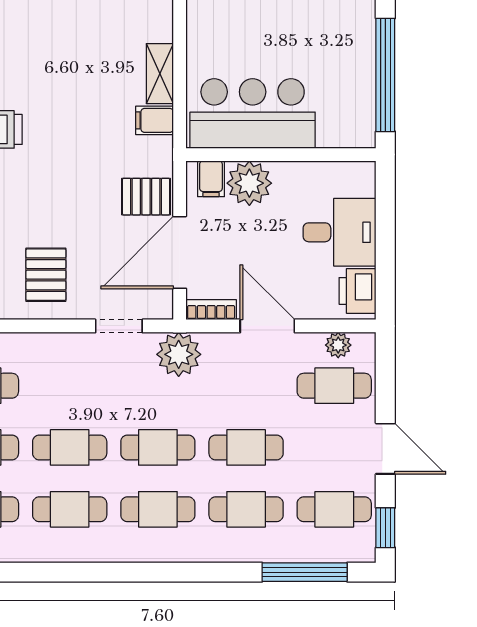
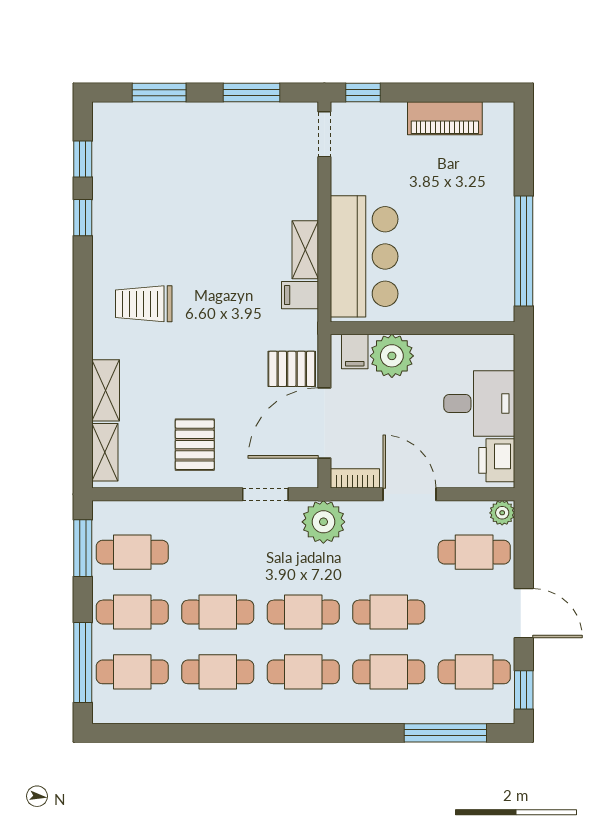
bar counter: (253, 113) -> (364, 256), moved, turned 90
plant: (338, 345) -> (502, 513), moved

